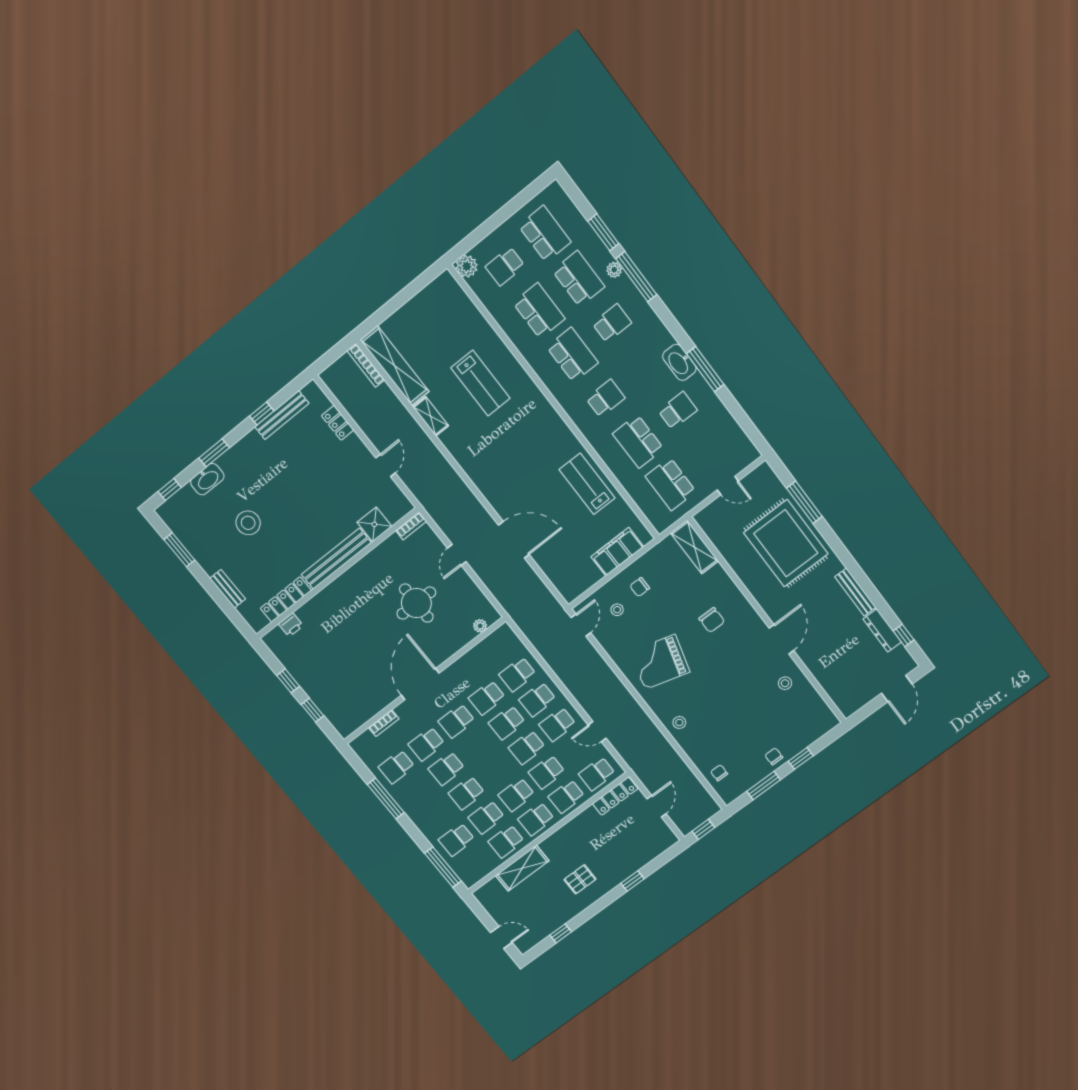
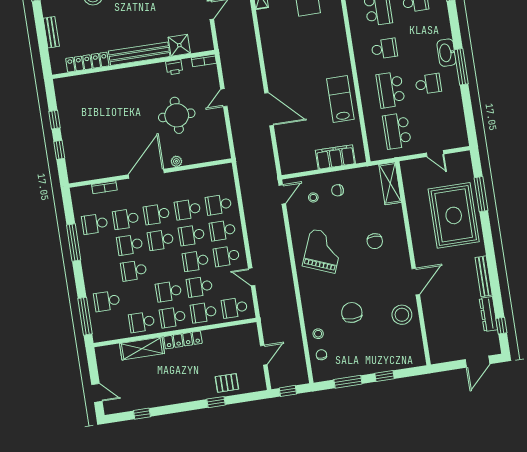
printer: (291, 625) -> (174, 67), moved
plant: (480, 626) -> (176, 161), moved
grand piano: (660, 662) -> (323, 251), turned 96
stool: (785, 683) -> (402, 315), width x1.89, depth x1.89
stool: (679, 722) -> (318, 334), moved
chair: (774, 756) -> (352, 312), moved, width x1.87, depth x1.87
locker: (615, 796) -> (183, 340), moved
school desk: (486, 817) -> (161, 240), moved
pallet: (580, 879) -> (227, 383), moved

